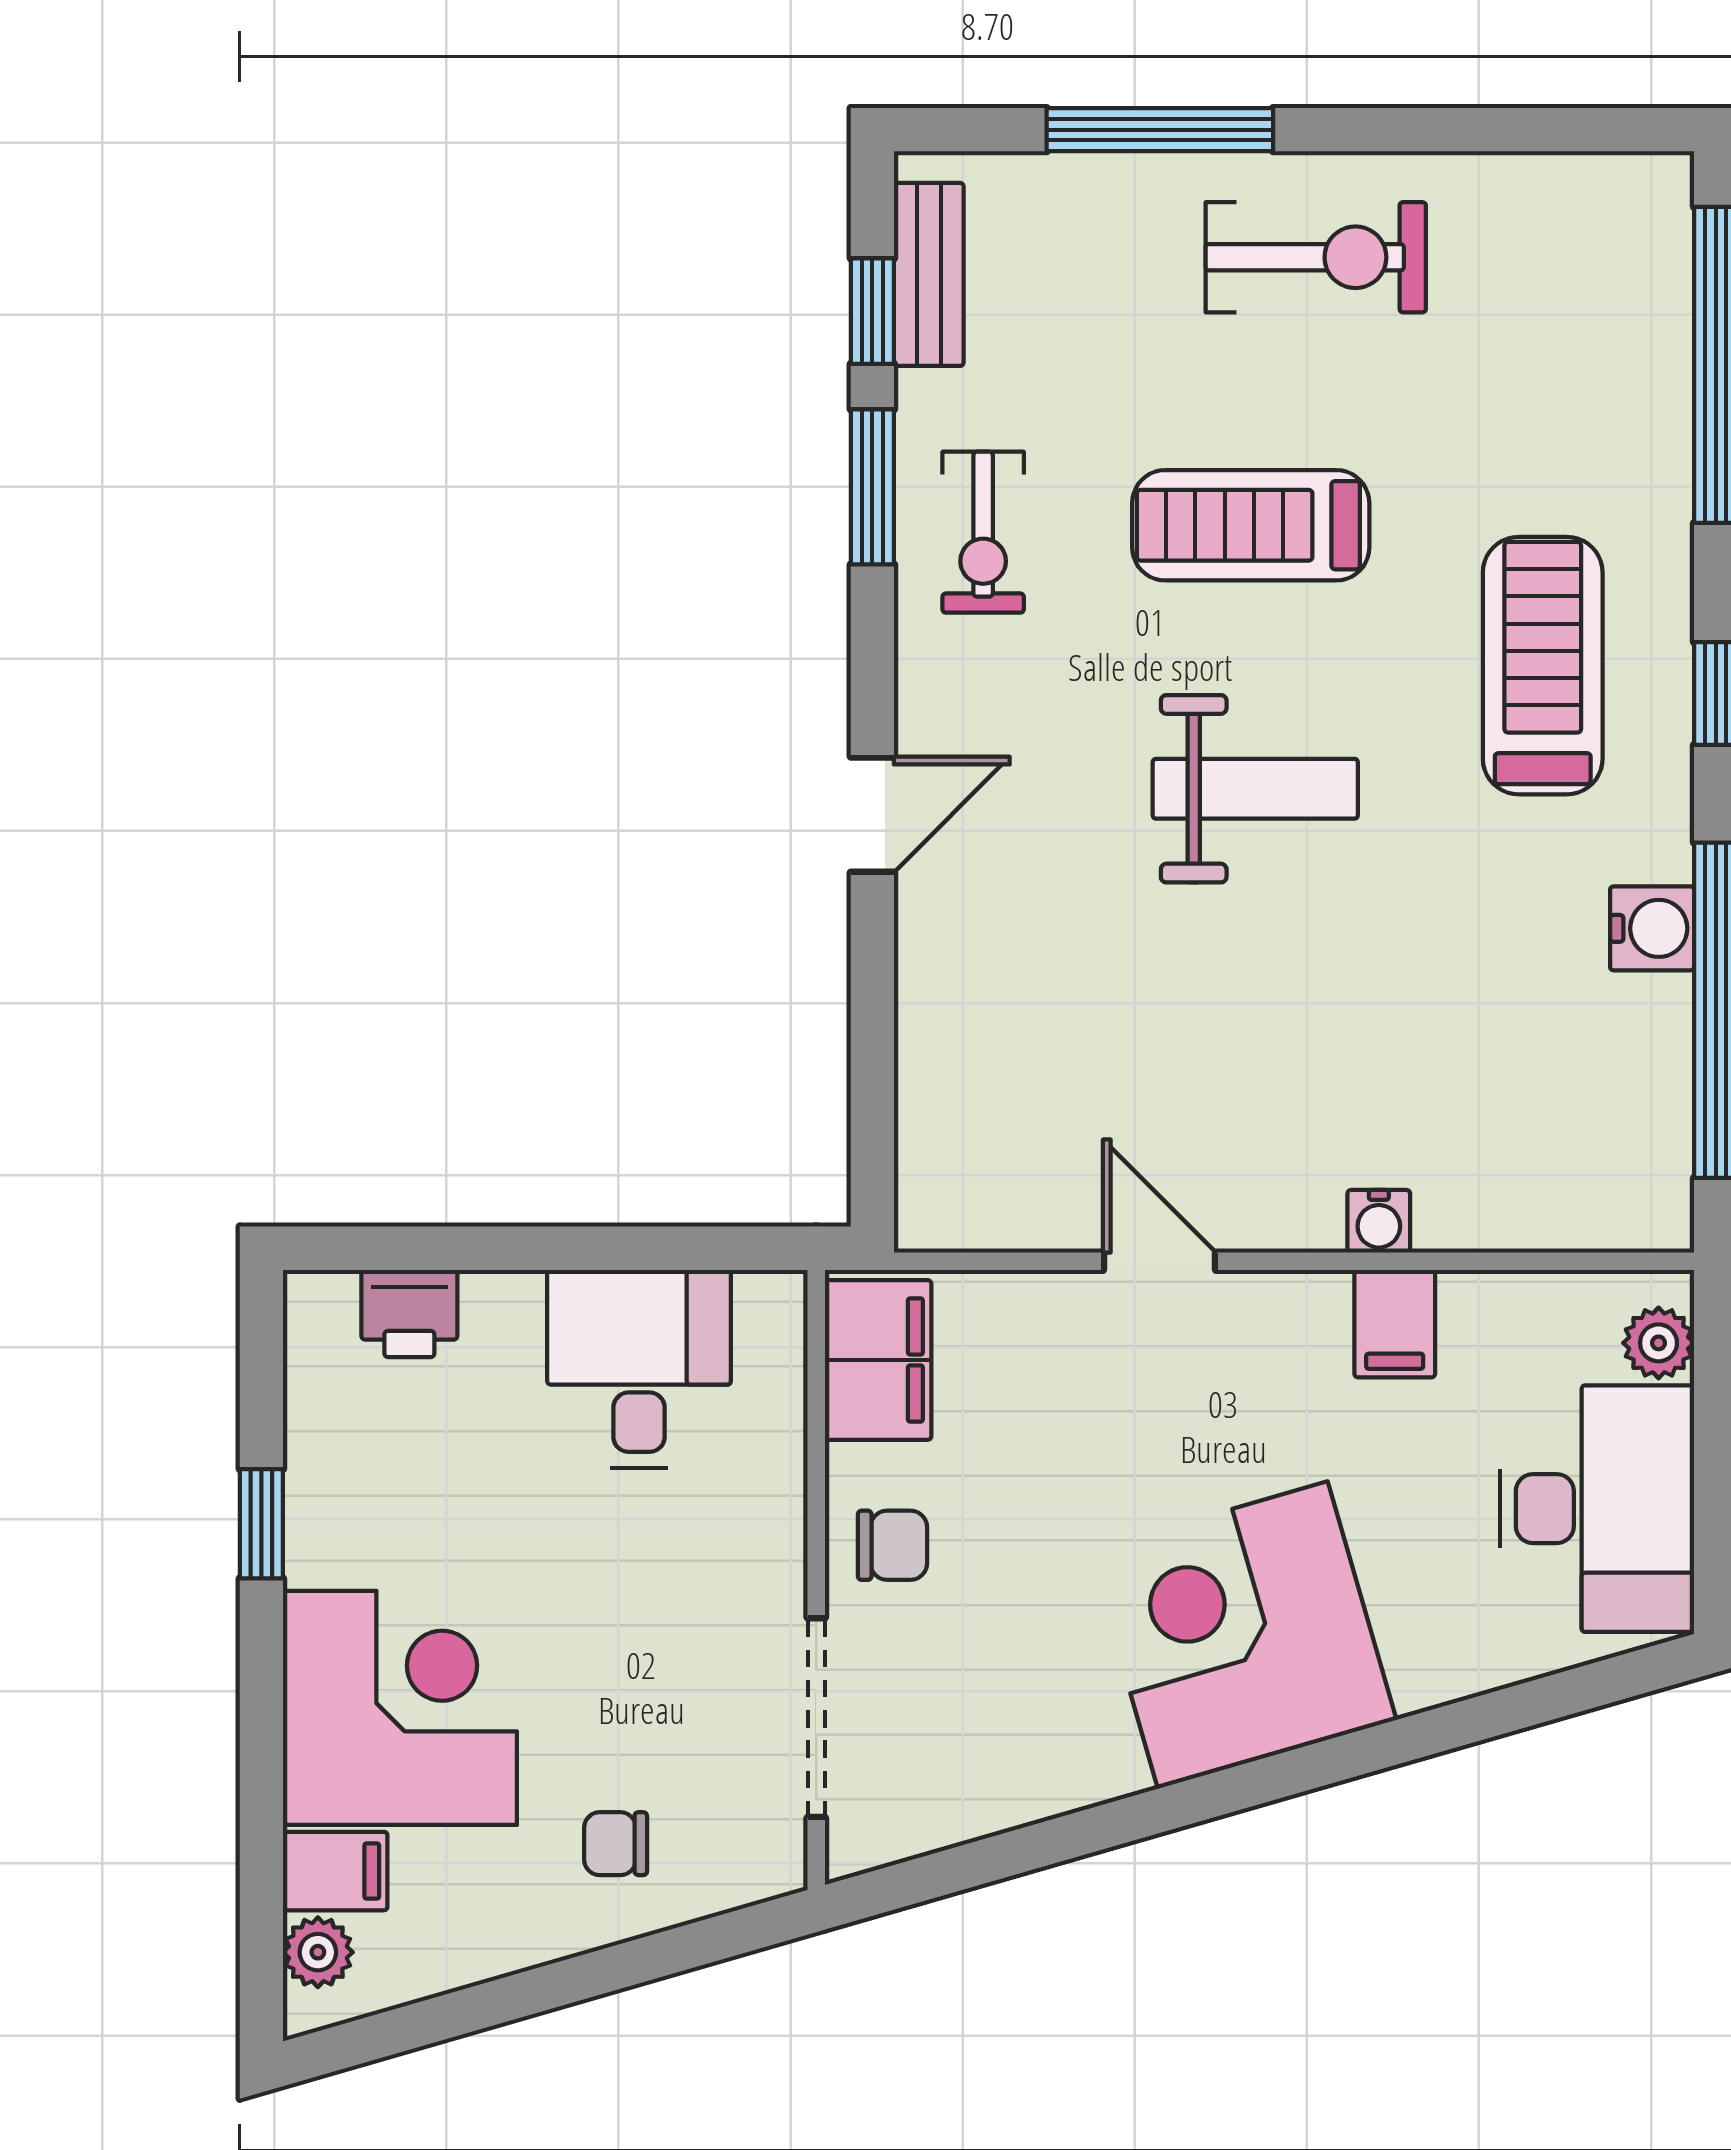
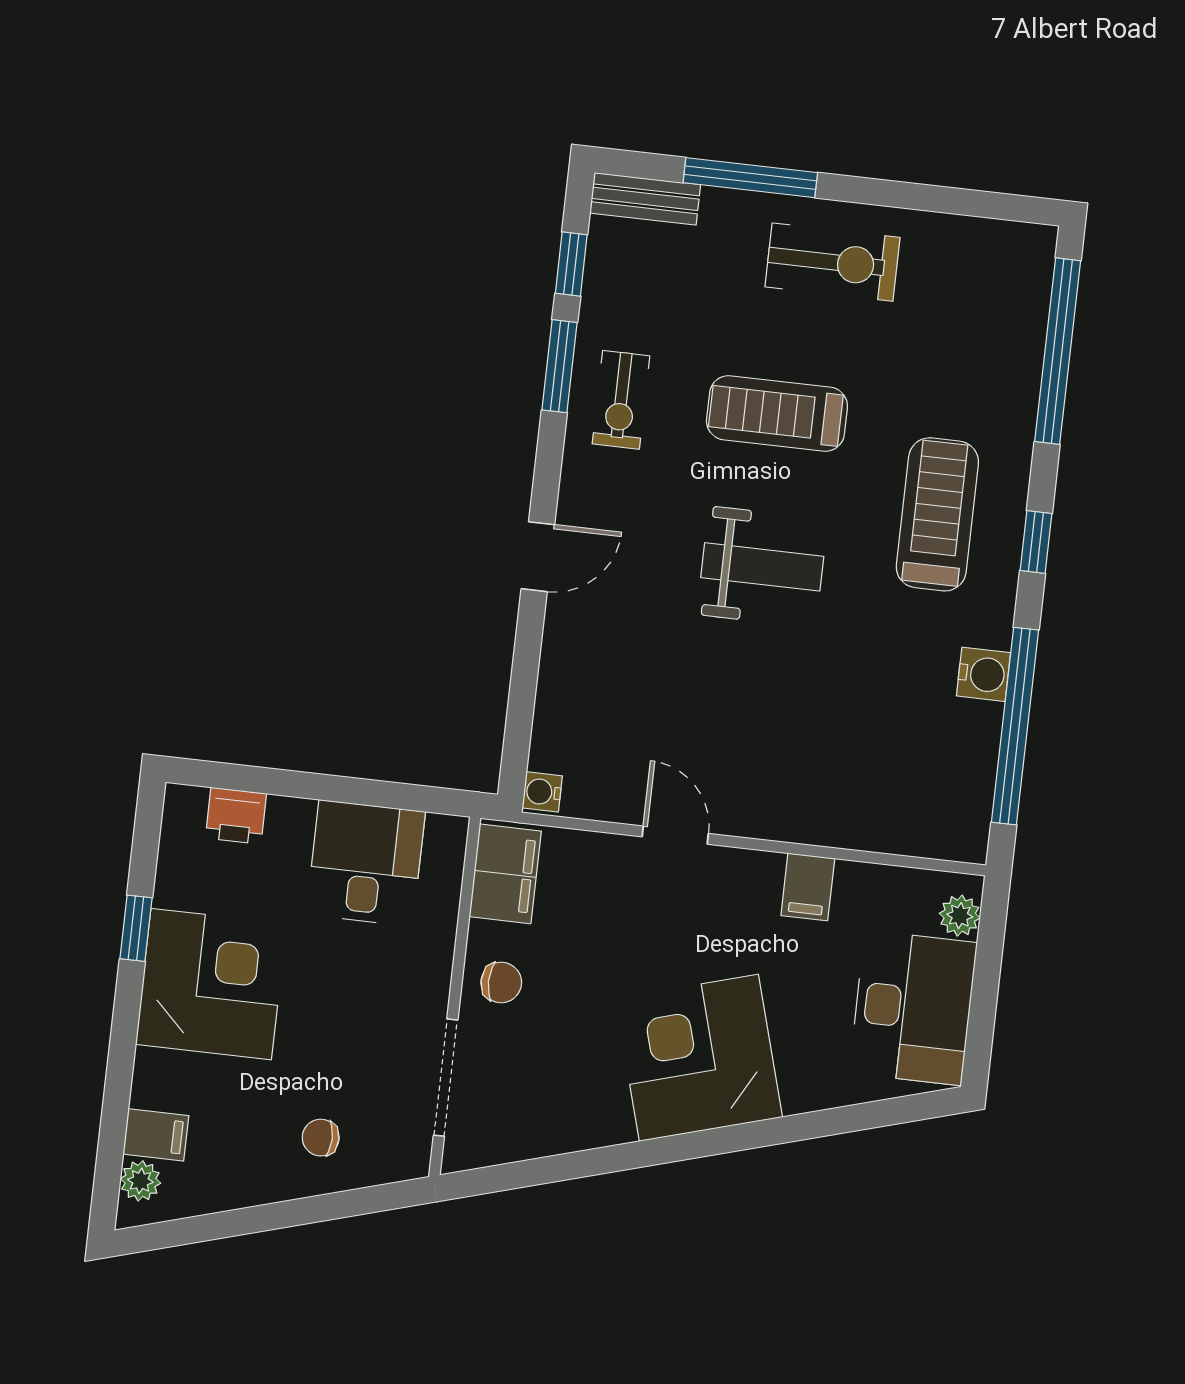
bench: (929, 274) -> (645, 199), moved, turned 90
water cooler: (1379, 1221) -> (542, 792), moved, turned 90
corner desk: (400, 1708) -> (211, 984), moved

